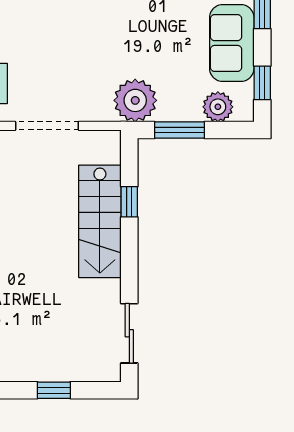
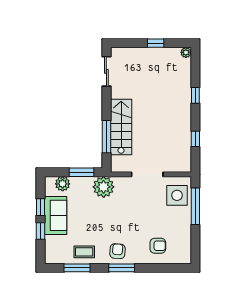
window: (262, 83) -> (41, 207), moved
window: (129, 202) -> (106, 137), width x2.17
window: (54, 390) -> (156, 43), moved

